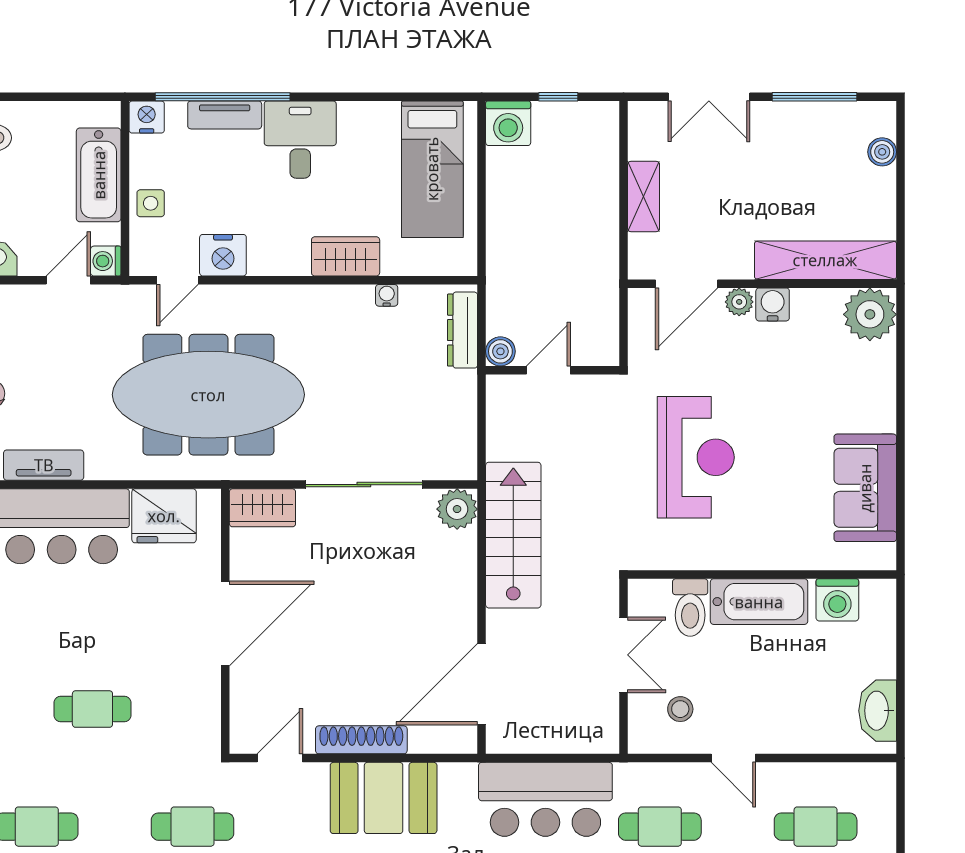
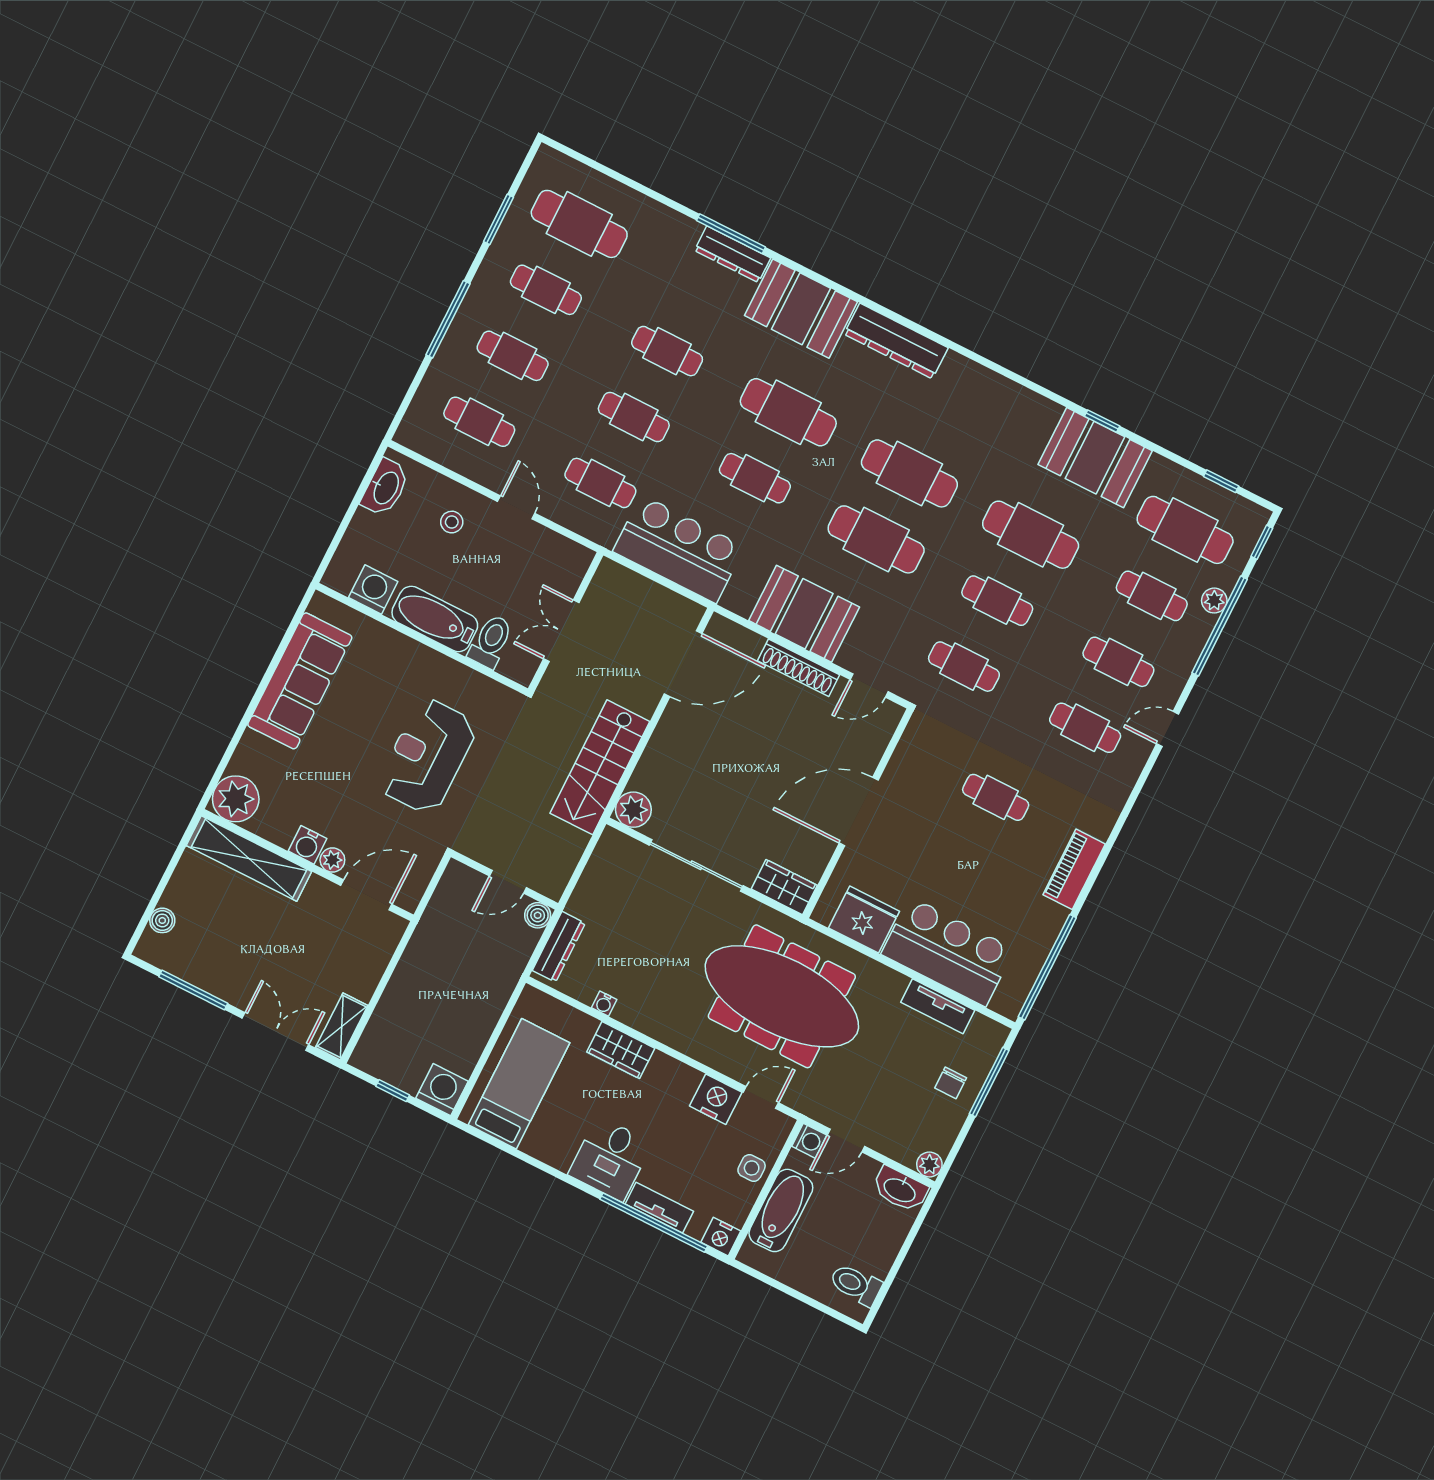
shelving: (644, 196) -> (342, 1026), moved
sofa: (865, 488) -> (300, 681), width x1.36
stool: (680, 709) -> (452, 522), moved

